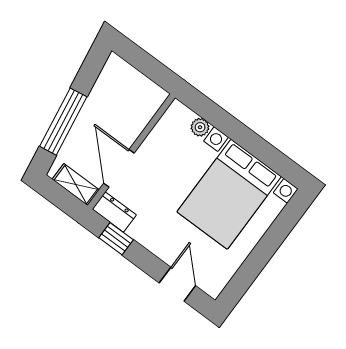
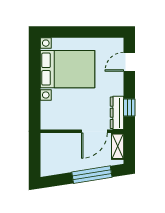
plant: (200, 127) -> (46, 107), removed
dresser: (114, 212) -> (117, 113), width x1.44

